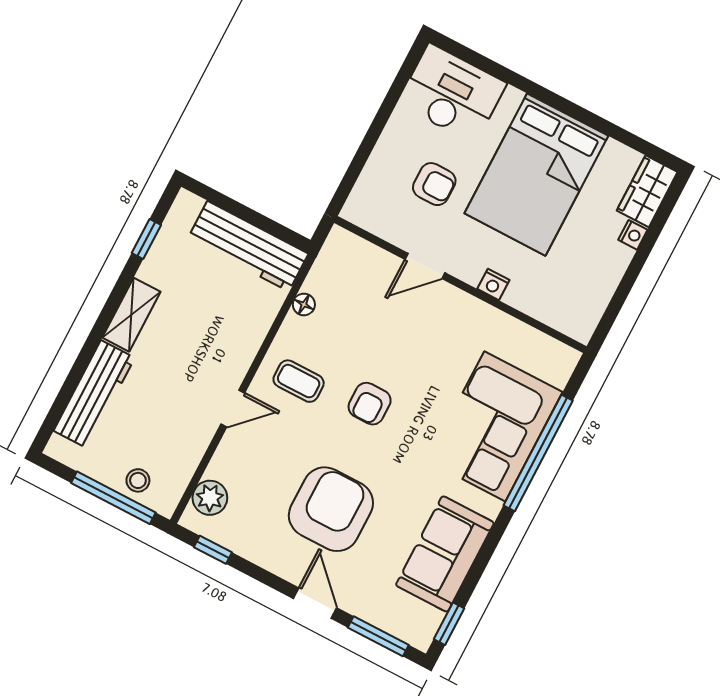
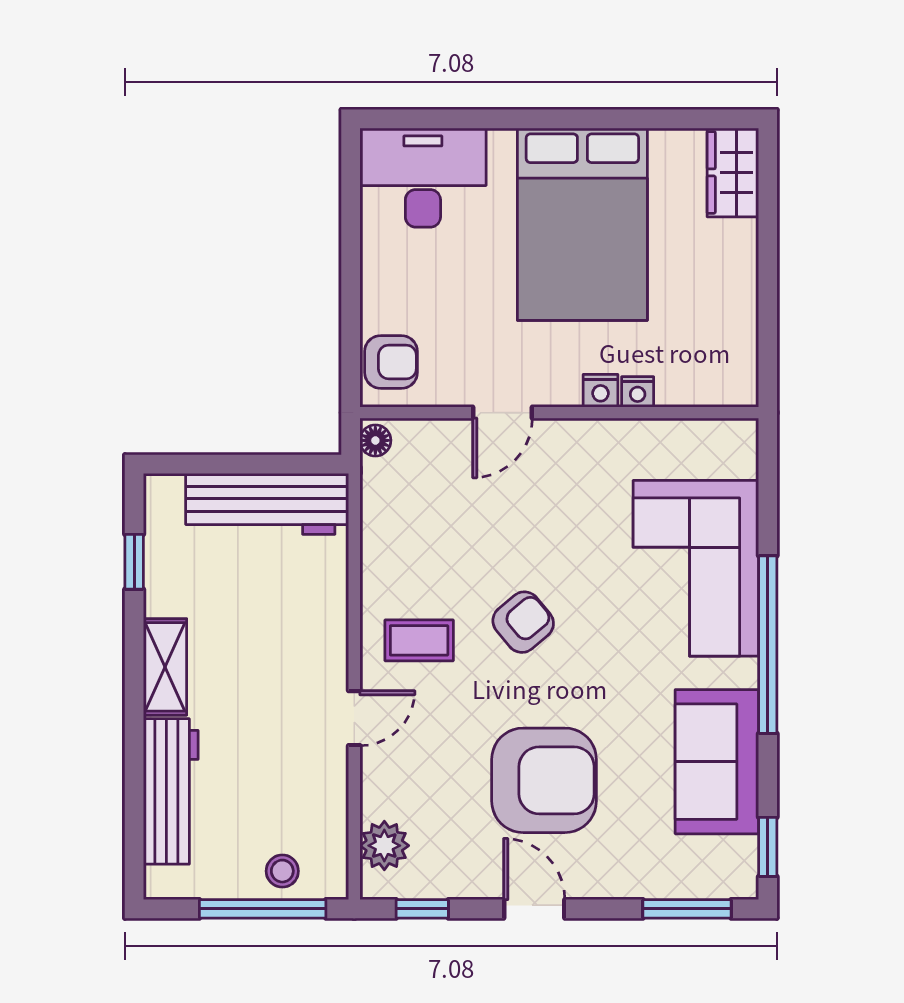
armchair: (434, 184) -> (391, 362), moved
nightstand: (633, 235) -> (638, 392), moved, turned 90
floor lamp: (304, 305) -> (375, 440), moved
armchair: (370, 404) -> (523, 622), turned -130
window: (538, 453) -> (768, 645), moved
armchair: (331, 509) -> (544, 780), turned 90
door: (315, 603) -> (534, 909), moved

